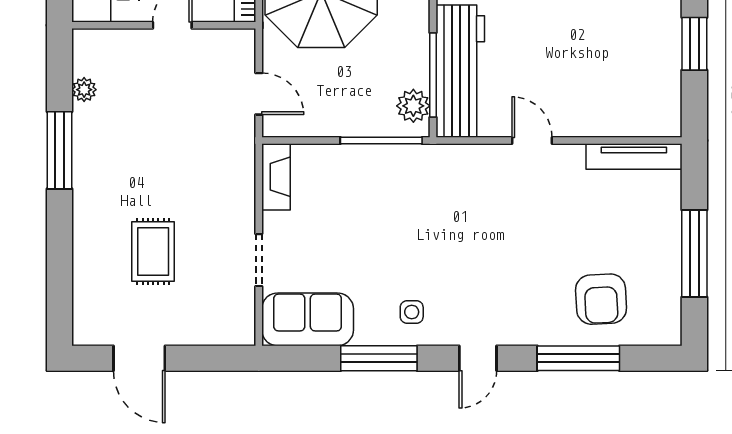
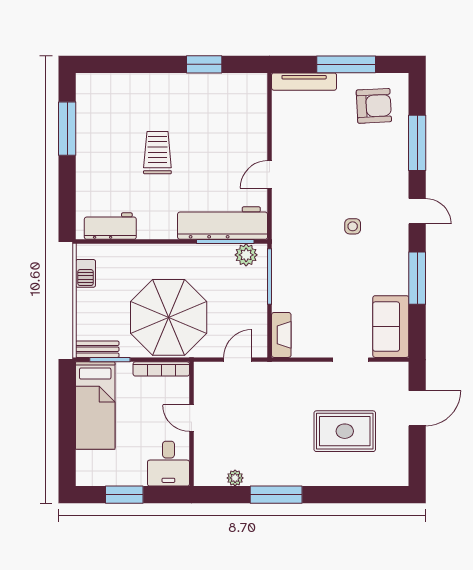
tv unit: (634, 156) -> (304, 82), moved, turned 90
fireplace: (276, 177) -> (281, 335), moved, turned 90
rug: (153, 251) -> (345, 431), width x1.36, depth x1.43
armchair: (601, 299) -> (374, 106), moved
side table: (412, 312) -> (353, 226), moved
door: (139, 358) -> (417, 408), moved

